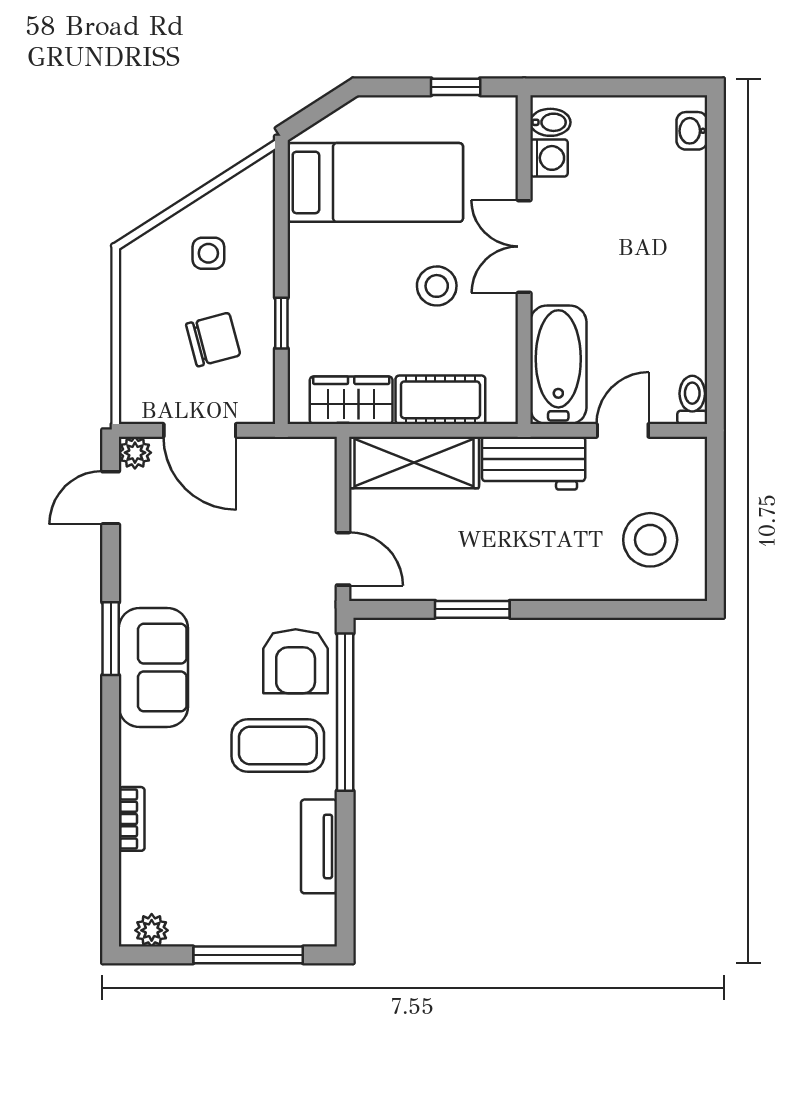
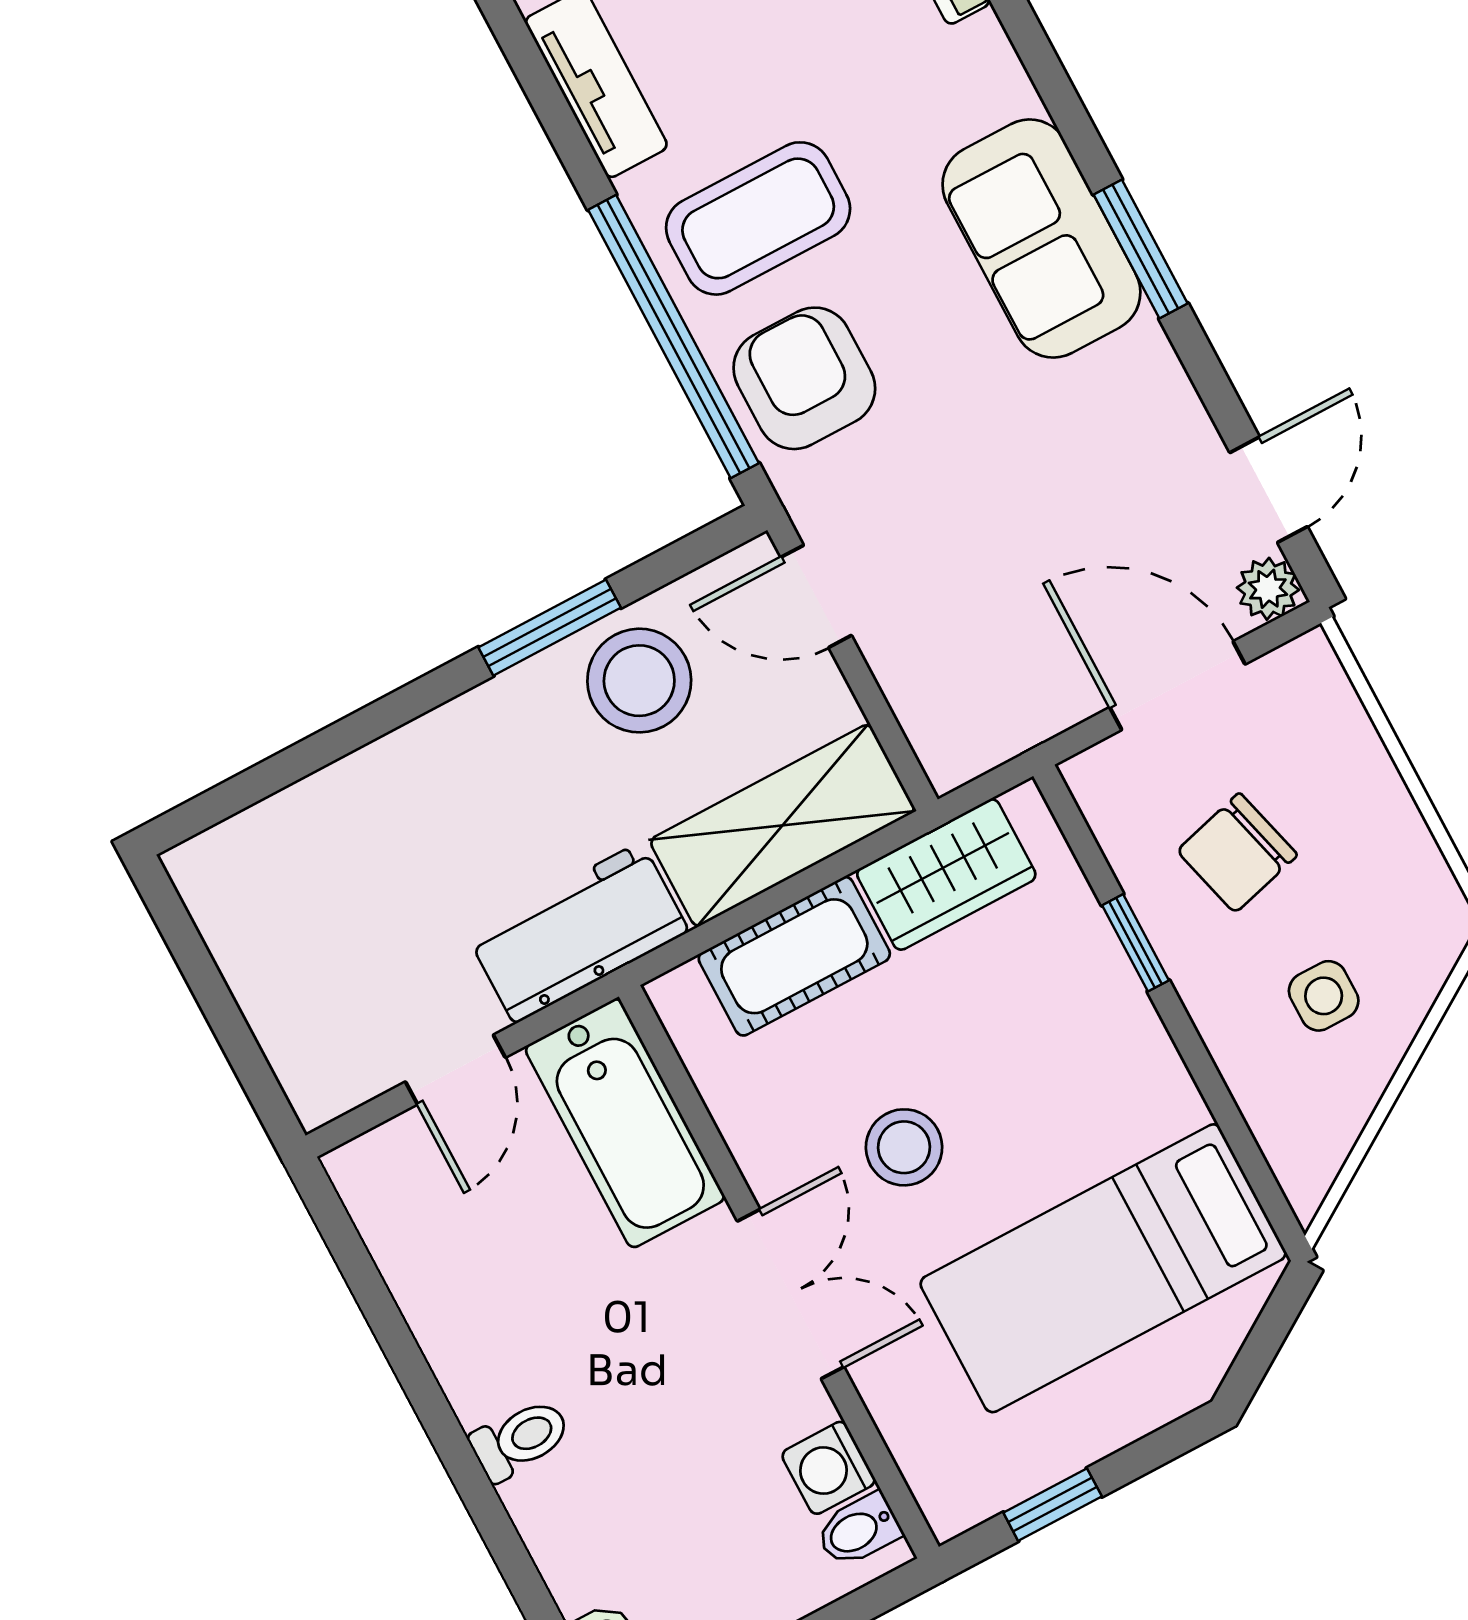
toilet: (692, 400) -> (520, 1439), moved, turned -90
stool: (650, 540) -> (639, 681), moved

